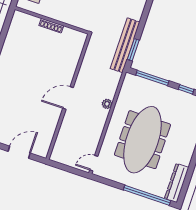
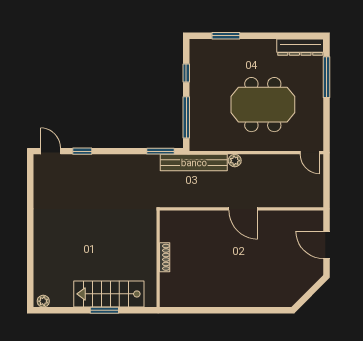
bench: (125, 45) -> (194, 163), moved
meeting table: (142, 140) -> (263, 105), width x0.73
window: (147, 195) -> (327, 77), width x0.68

